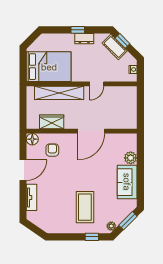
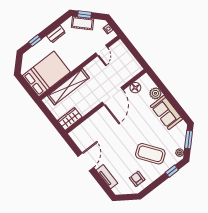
window: (78, 30) -> (35, 41), moved
door: (97, 84) -> (102, 50), moved
wardrobe: (52, 122) -> (70, 119), moved
floor lamp: (32, 139) -> (135, 88), moved
armchair: (52, 150) -> (137, 179), moved
coffee table: (85, 207) -> (150, 154), turned -36

